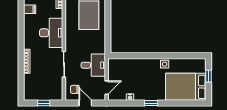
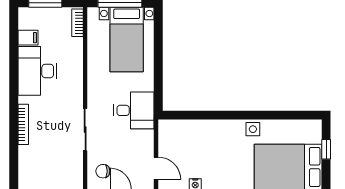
desk: (51, 33) -> (37, 71), moved, turned 180
desk: (93, 65) -> (134, 110), moved
door: (107, 88) -> (156, 168), hinge flipped

